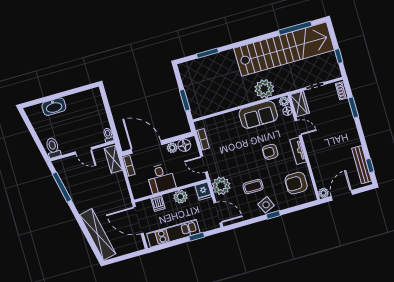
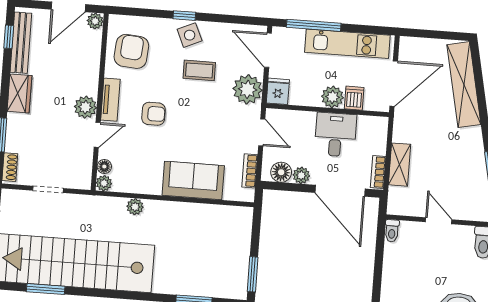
window: (295, 28) -> (46, 289), width x0.69
plant: (264, 89) -> (135, 207), width x0.53, depth x0.53
window: (185, 100) -> (253, 274), moved
wardrobe: (300, 104) -> (19, 93), moved, turned 180
sofa: (258, 115) -> (193, 181), moved
door: (298, 128) -> (97, 135), swing flipped
plant: (311, 141) -> (85, 107), added
shelving: (113, 159) -> (400, 165), moved
armchair: (296, 183) -> (131, 51), turned -85
plant: (181, 197) -> (332, 97), moved
door: (138, 220) -> (394, 84), hinge flipped
window: (197, 237) -> (314, 25), width x2.17

